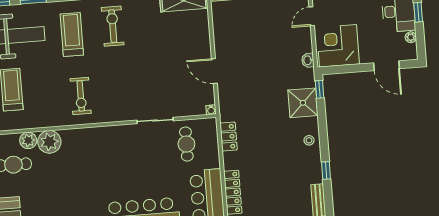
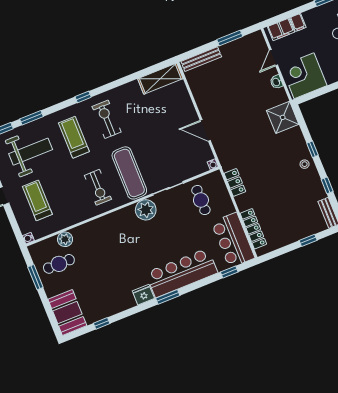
washbasin: (308, 60) -> (276, 82), moved
window: (320, 89) -> (313, 149), moved
exercise mat: (119, 91) -> (129, 173), added
shower: (303, 103) -> (283, 117), moved
plant: (49, 142) -> (146, 210), moved

